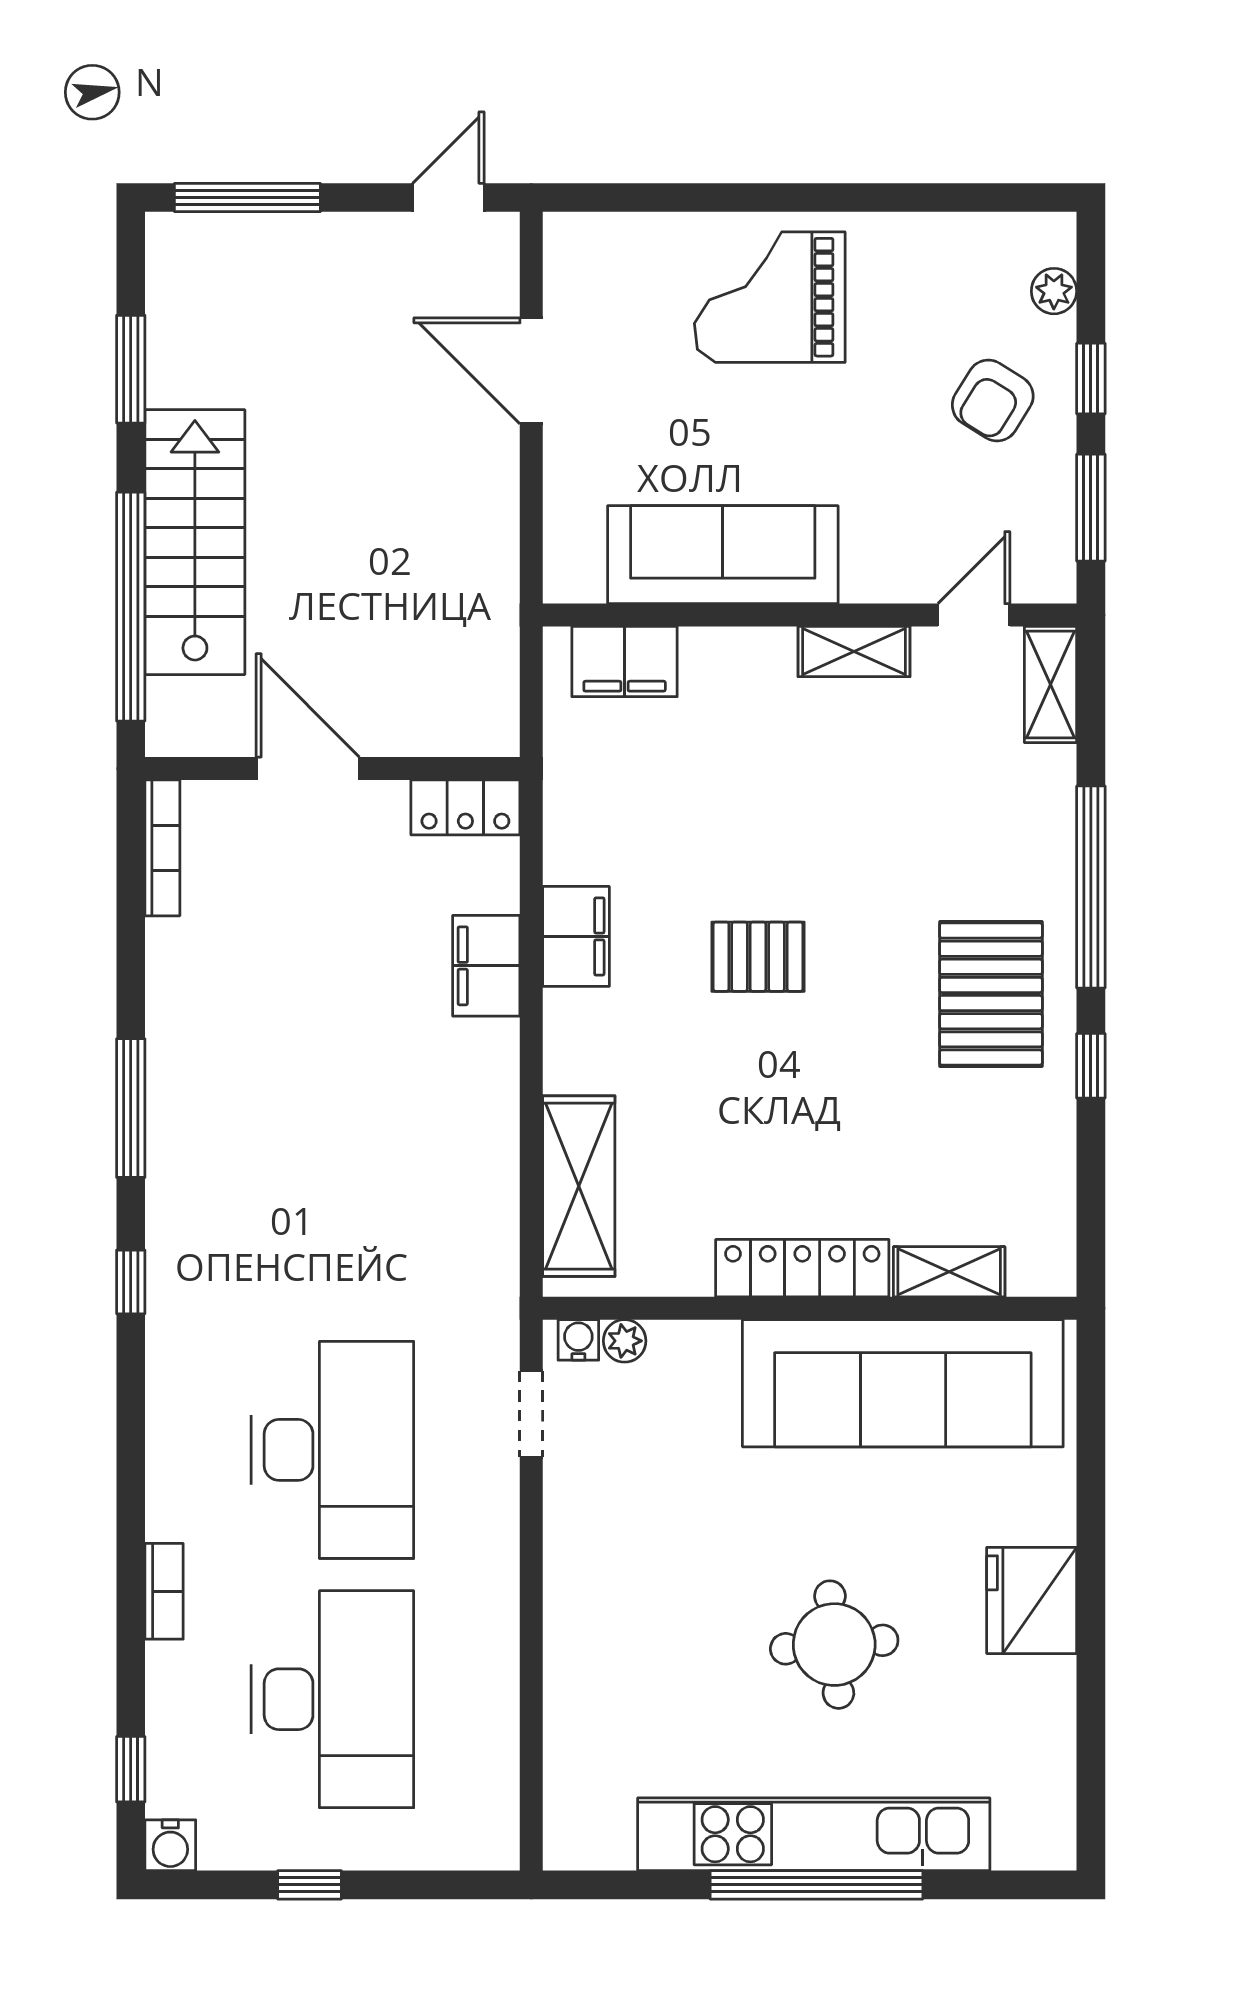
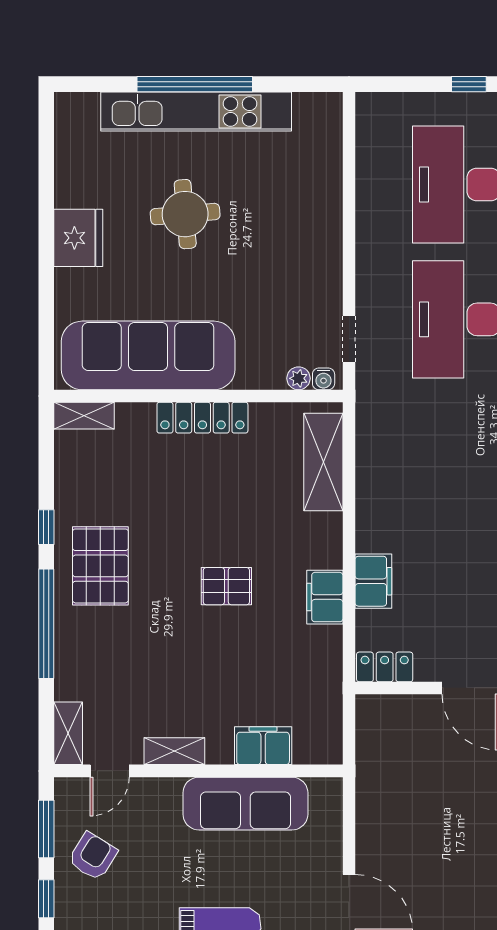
armchair: (993, 401) -> (93, 856), moved
filing cabinet: (625, 662) -> (263, 746), moved
shelving: (949, 1272) -> (84, 416), moved

